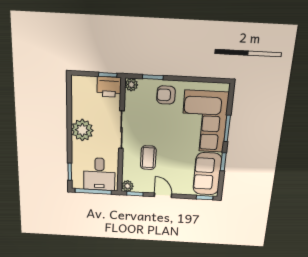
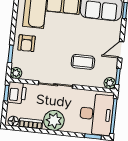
floor lamp: (77, 85) -> (13, 121), added
bookcase: (76, 105) -> (31, 124), added
desk: (99, 174) -> (96, 114), width x1.37

